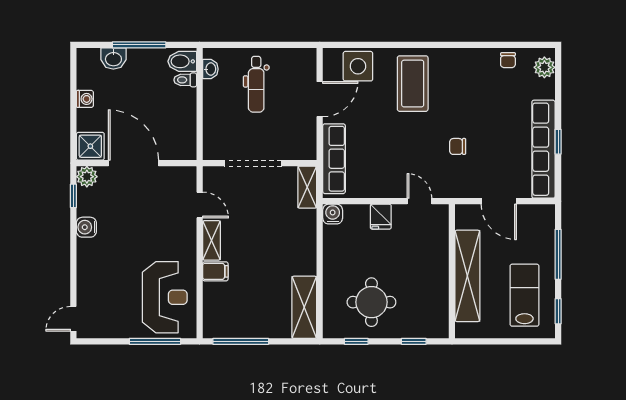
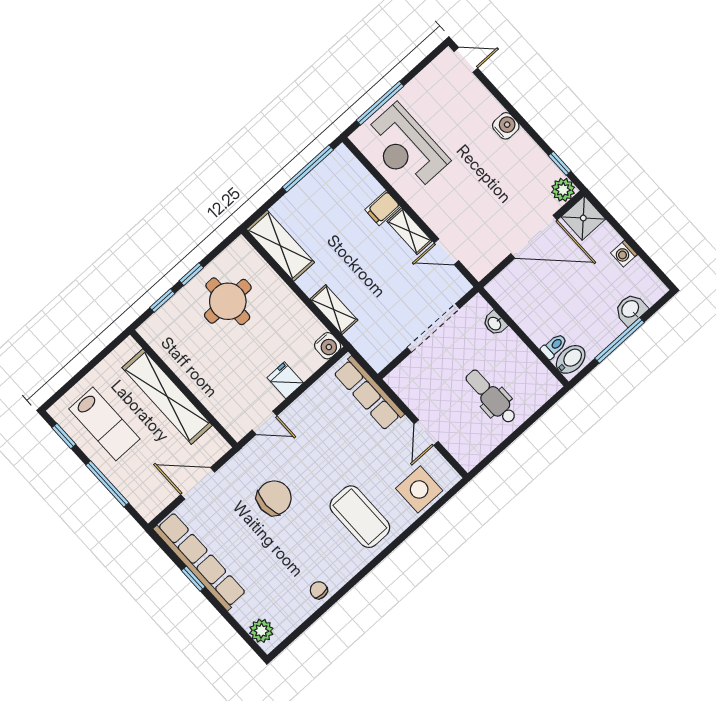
chair: (508, 60) -> (319, 590), moved
washbasin: (210, 69) -> (495, 323), moved
door: (320, 99) -> (426, 433), width x0.73
chair: (458, 146) -> (274, 498), width x1.87, depth x1.87
shelving: (307, 187) -> (334, 310), moved
water cooler: (86, 227) -> (506, 126), moved
door: (73, 319) -> (466, 60), hinge flipped
window: (356, 341) -> (191, 274), moved

